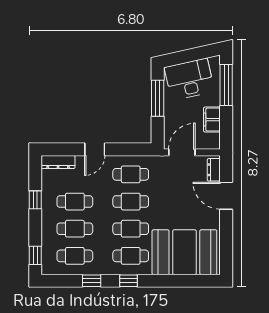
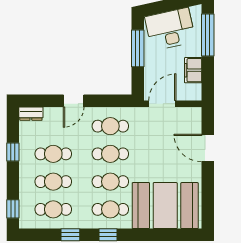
dresser: (58, 162) -> (31, 114), width x0.70
dresser: (214, 170) -> (195, 121), removed

